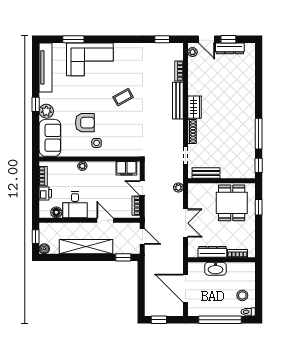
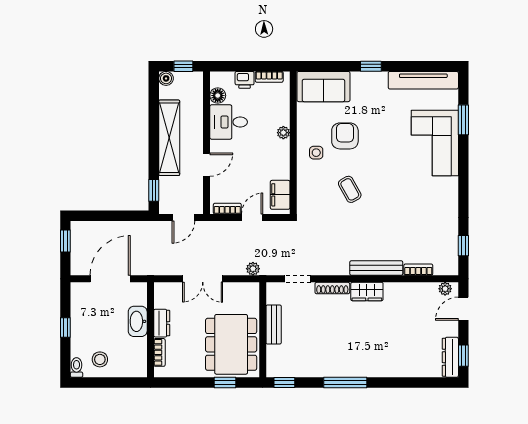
window: (228, 39) -> (463, 356), moved
dresser: (230, 48) -> (450, 357), moved
coffee table: (123, 97) -> (350, 189), moved
plant: (46, 111) -> (361, 81), removed
armchair: (85, 123) -> (345, 136), turned 180
window: (259, 134) -> (345, 383), moved
bench: (206, 173) -> (274, 324), moved
dining table: (232, 203) -> (231, 344), width x1.38
dresser: (212, 252) -> (162, 323), width x0.70
window: (220, 320) -> (65, 328), width x0.32

